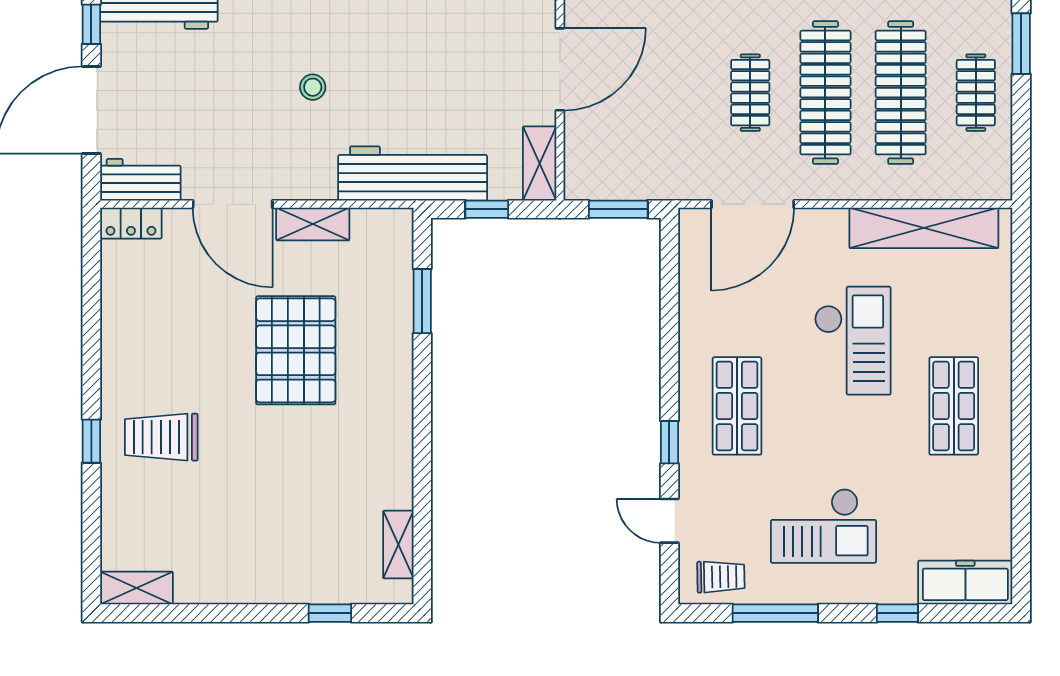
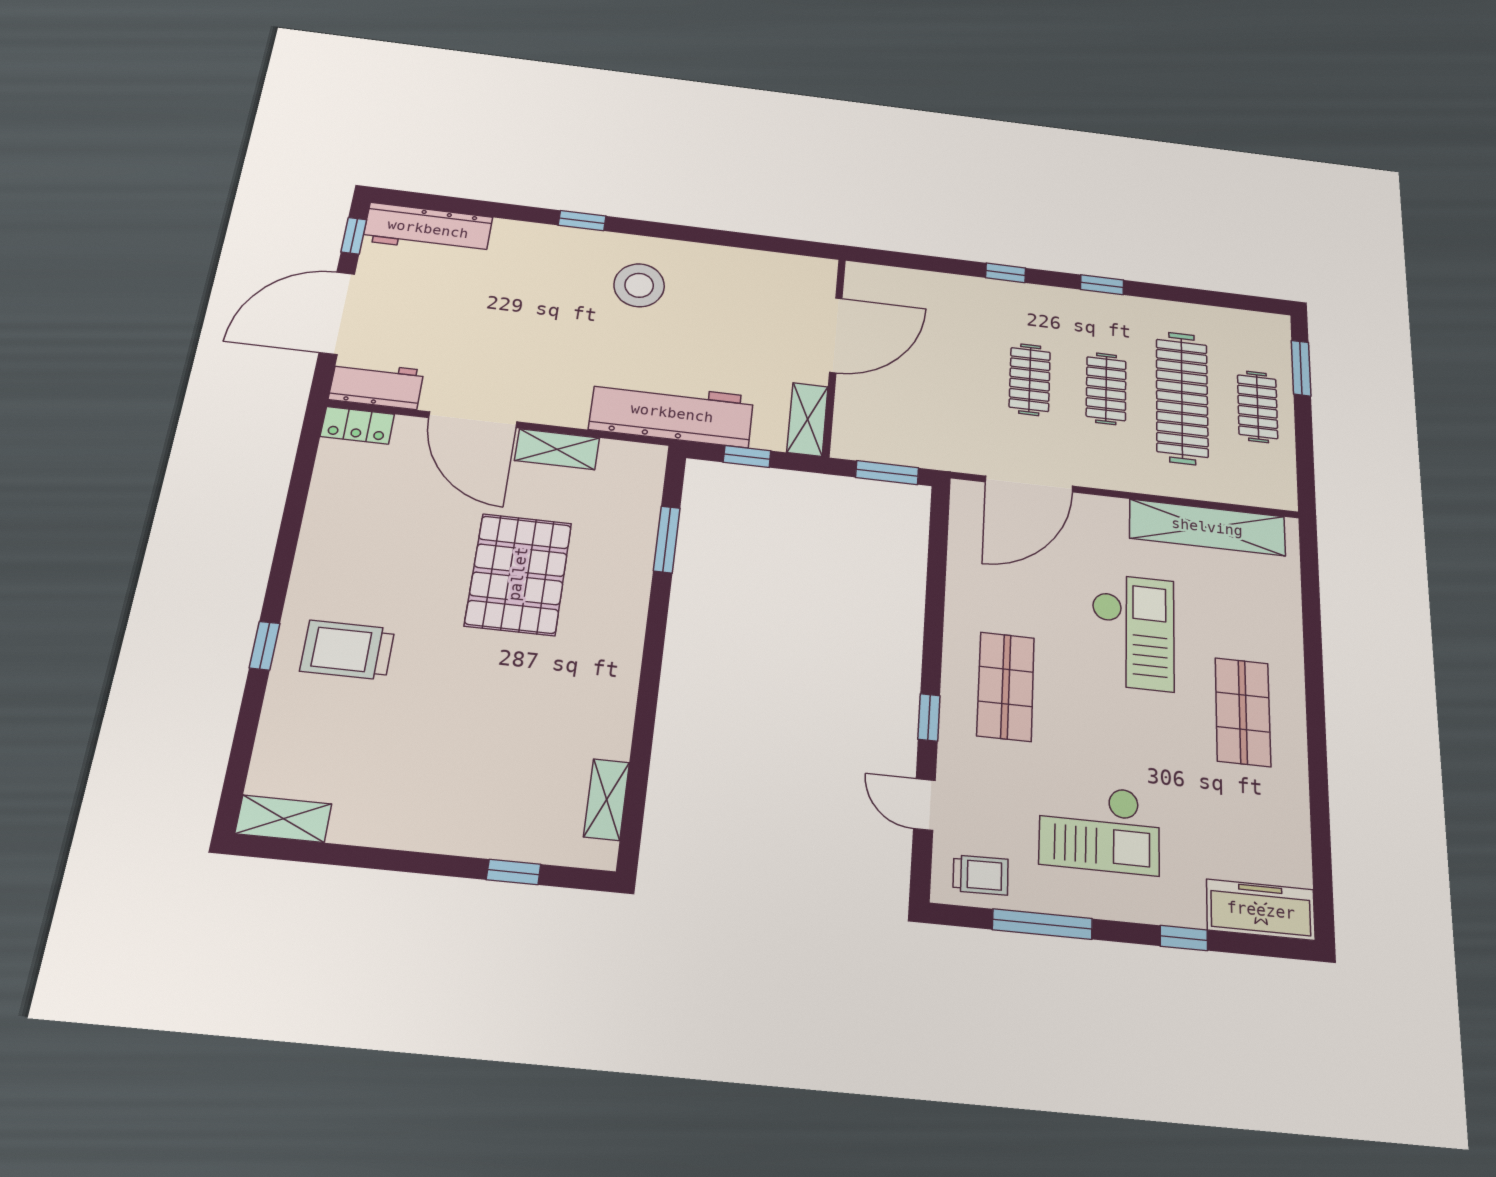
stool: (313, 87) -> (639, 285), moved, width x1.89, depth x1.89
clothes rail: (825, 93) -> (1106, 389), width x0.54, depth x0.76

